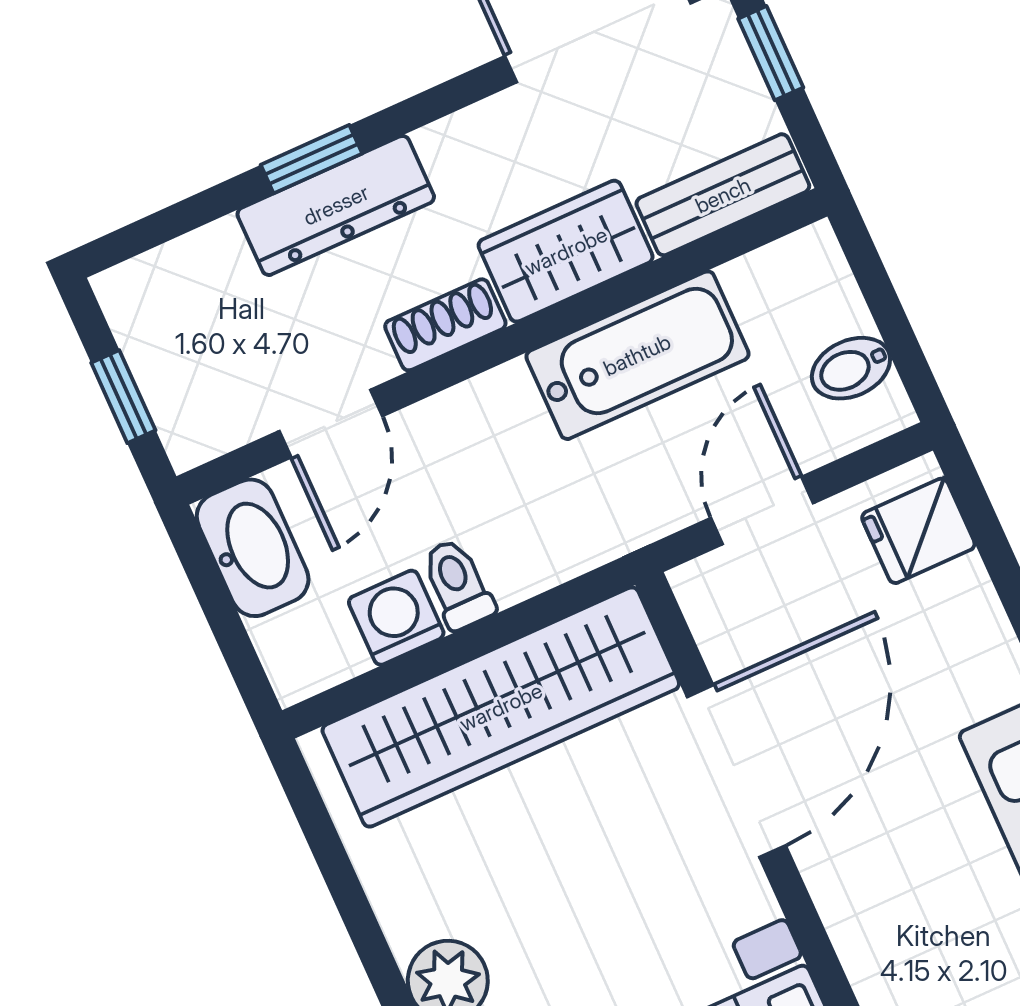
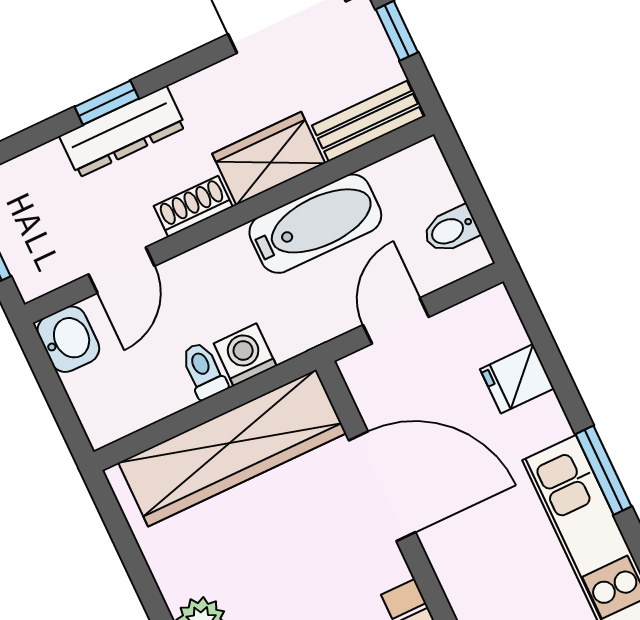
fridge: (918, 531) -> (517, 379), moved
washbasin: (253, 548) -> (68, 339), width x0.72
washing machine: (396, 618) -> (245, 355), moved
door: (736, 771) -> (382, 486), hinge flipped

